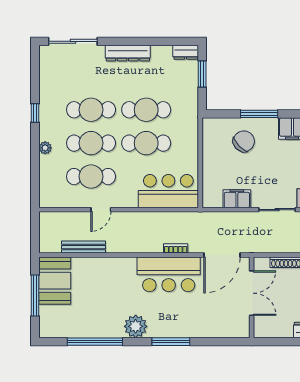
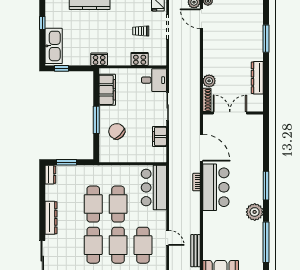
double door: (252, 293) -> (230, 113), moved
wall: (252, 297) -> (233, 113), moved

